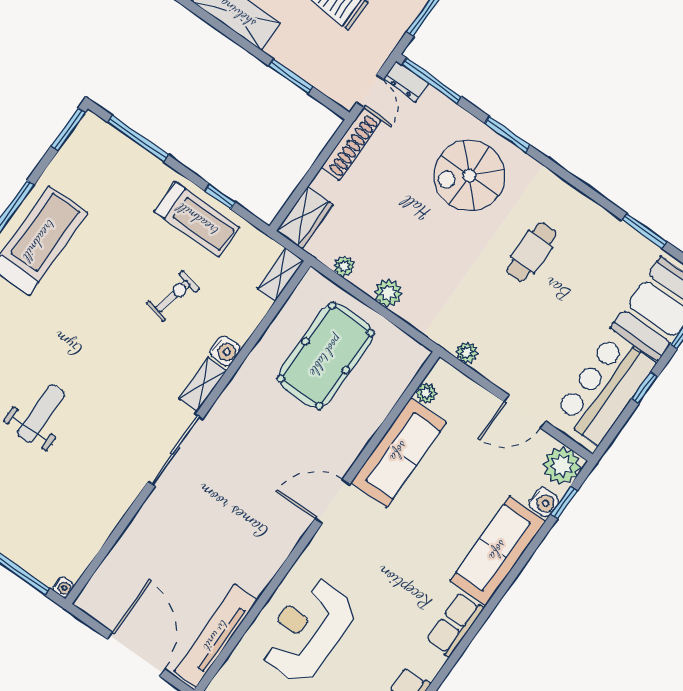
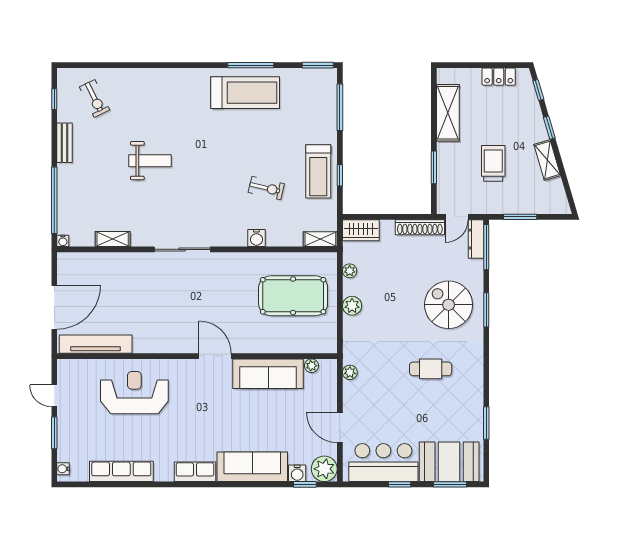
dresser: (406, 81) -> (476, 239), width x1.44
shelving: (203, 385) -> (113, 239), moved

